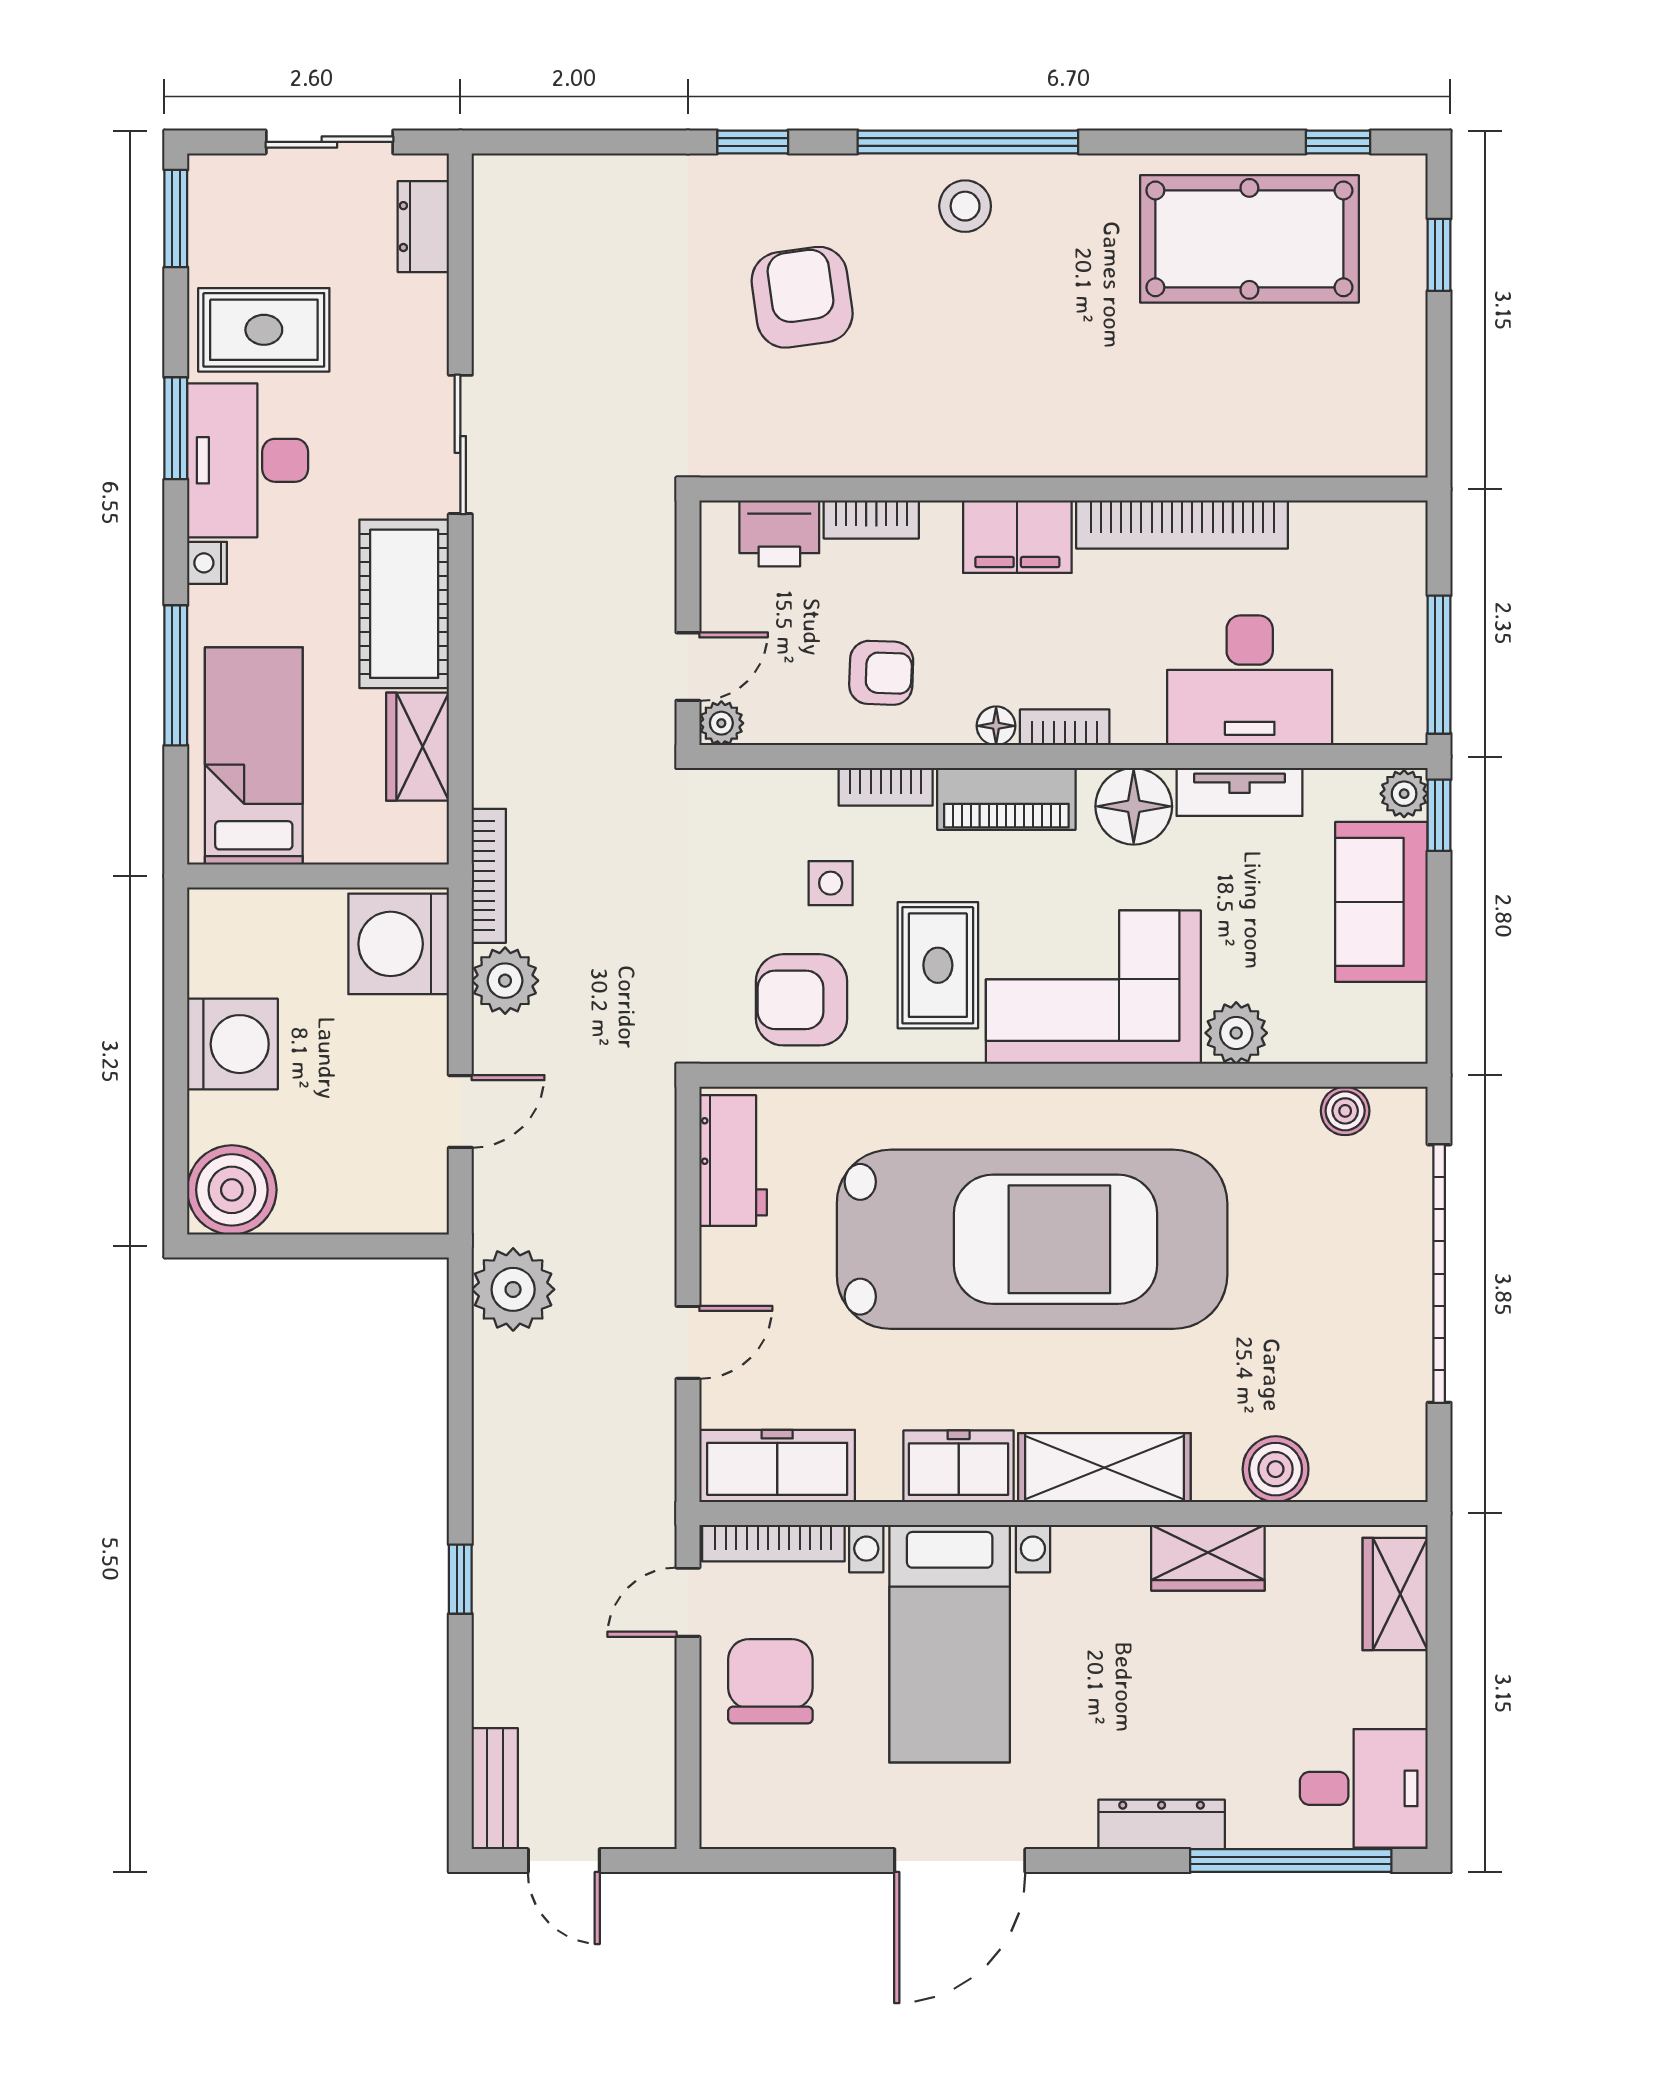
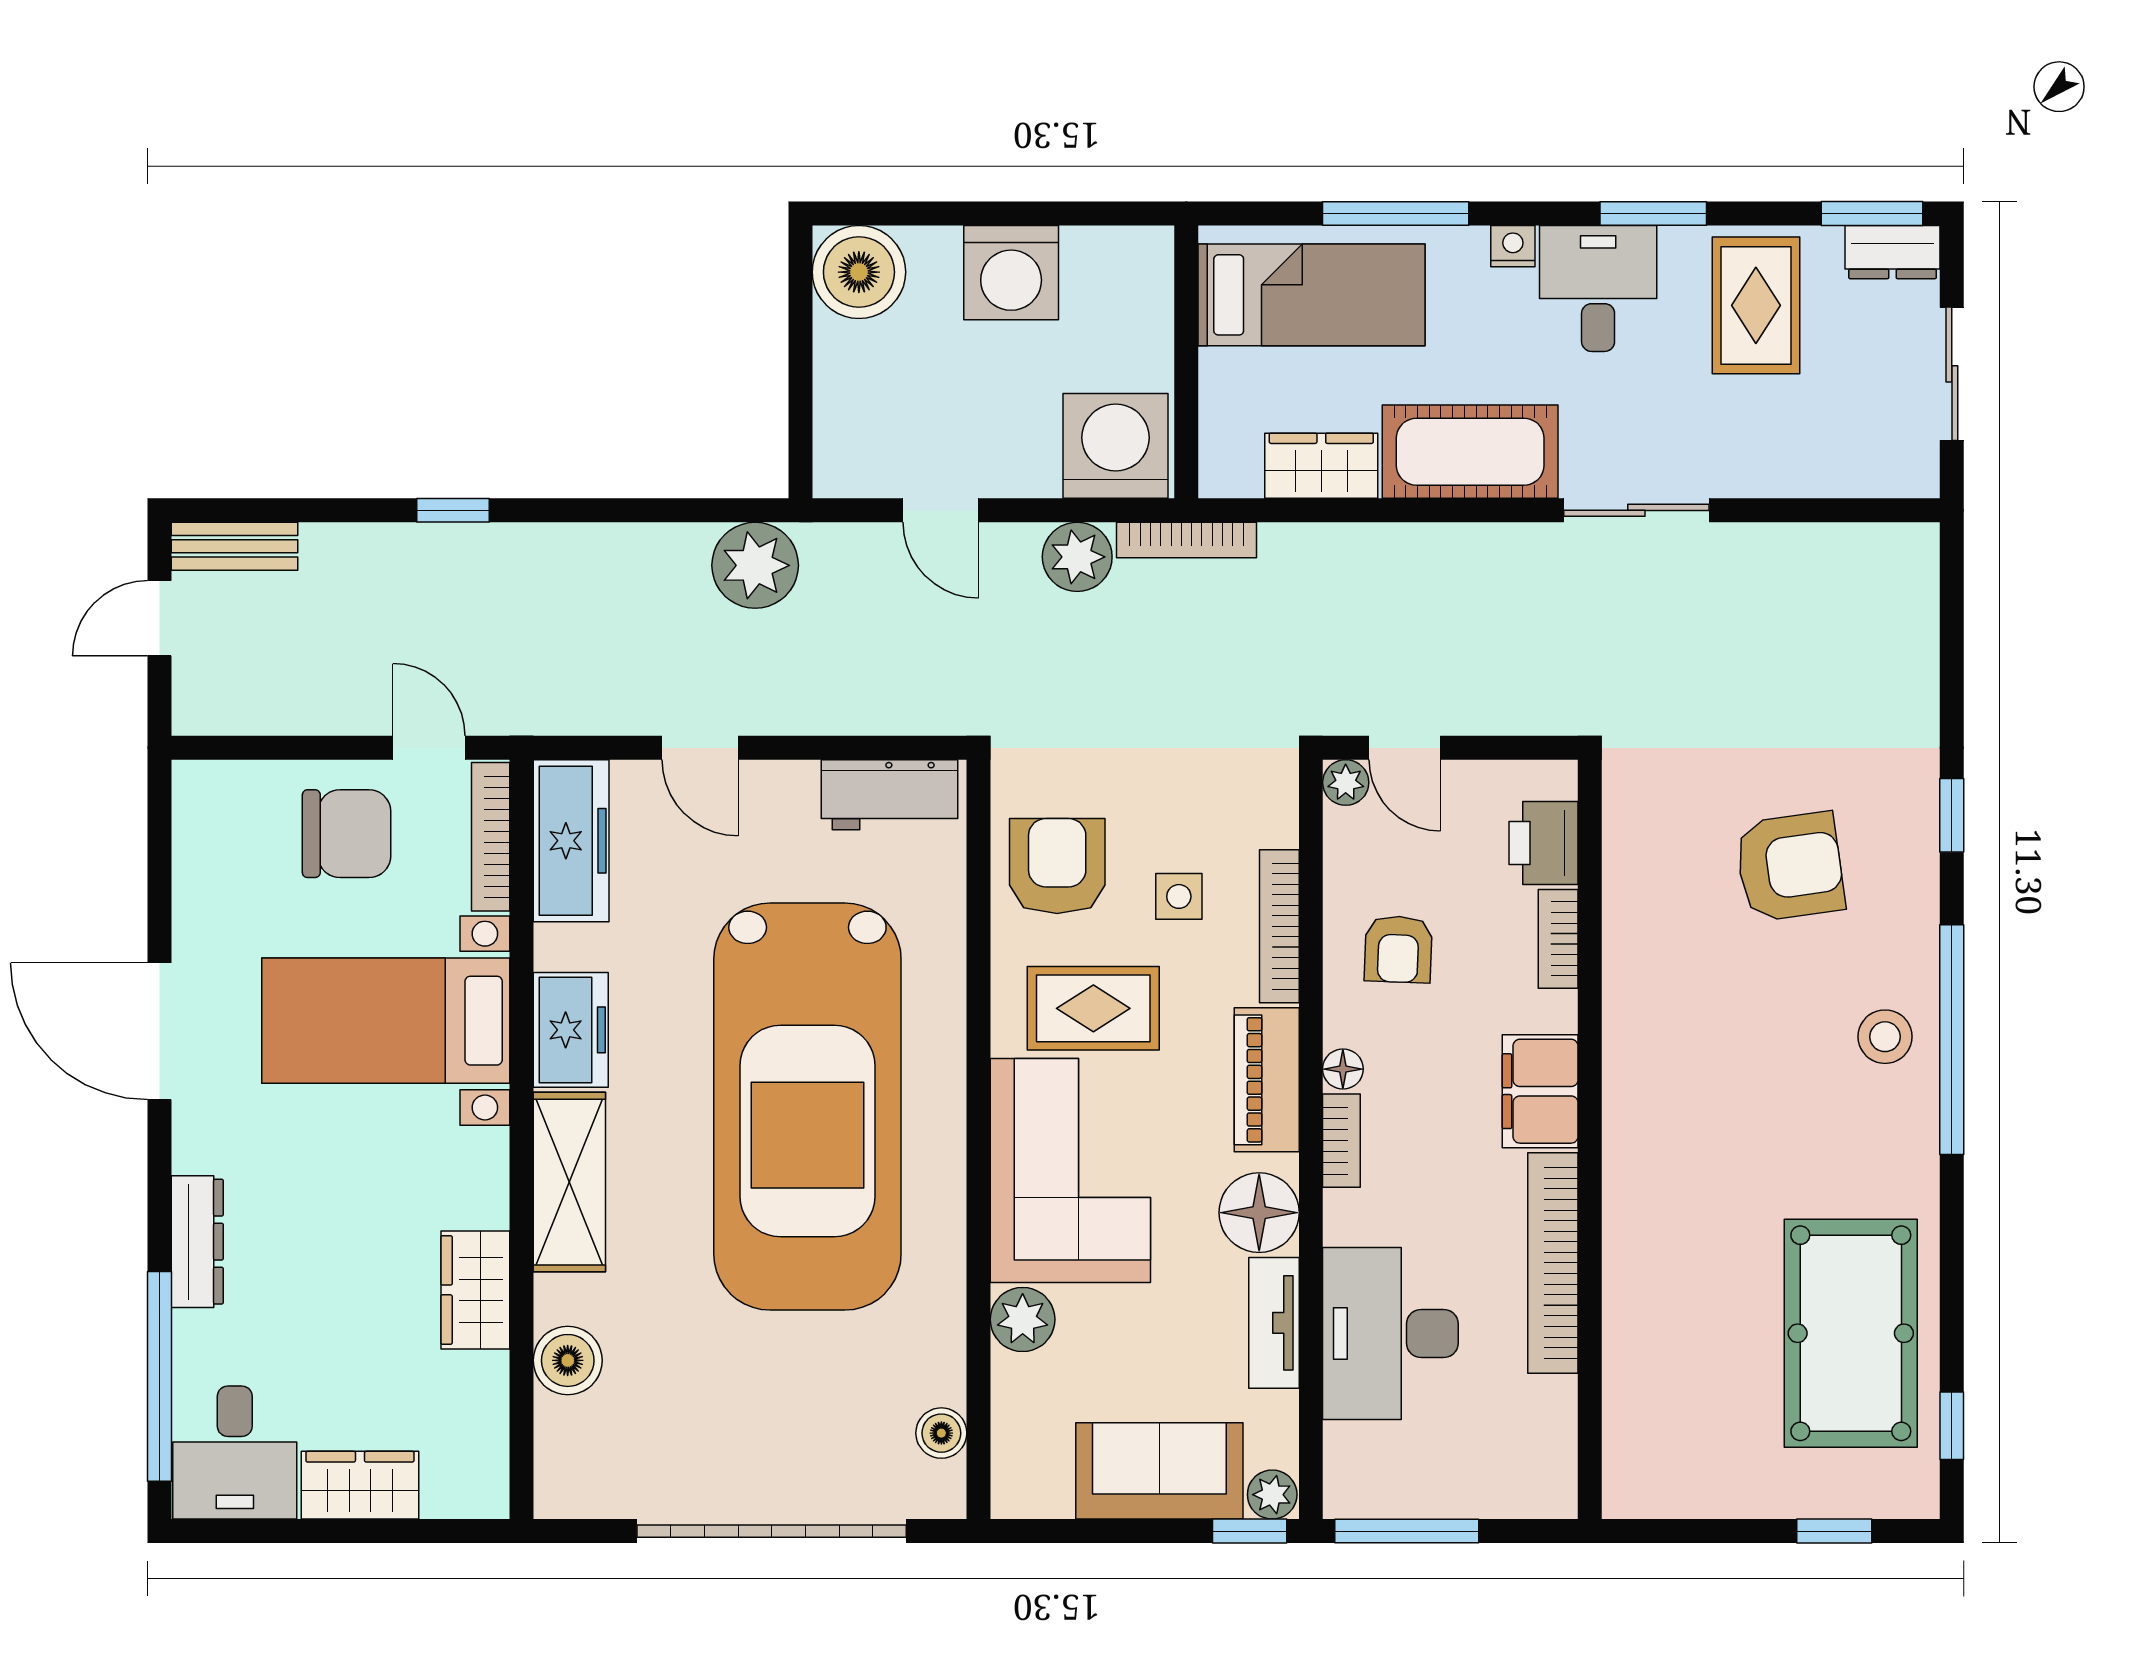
dresser: (423, 227) -> (1893, 252), moved, turned 180
desk: (248, 460) -> (1598, 288), width x0.73
bookcase: (886, 787) -> (1279, 926), width x1.56
wardrobe: (1395, 1594) -> (360, 1485), moved

